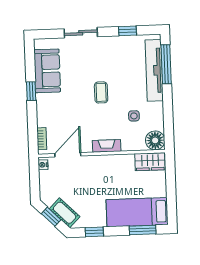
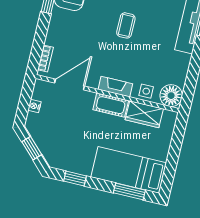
side table: (134, 116) -> (146, 91), moved
wardrobe: (150, 162) -> (144, 114), moved
nightstand: (43, 165) -> (34, 106), moved
cot: (65, 213) -> (111, 105), moved, turned -45

